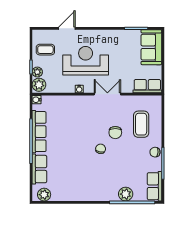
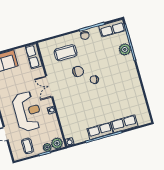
reception desk: (86, 61) -> (27, 111), turned 180
row of seats: (39, 132) -> (100, 131), width x0.68
plant: (44, 195) -> (144, 114), removed

